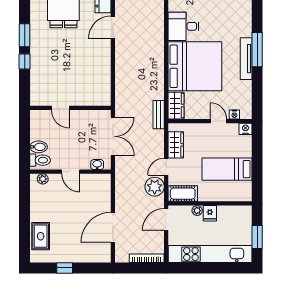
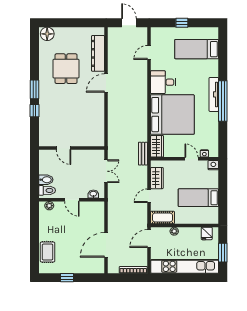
window: (257, 50) -> (223, 101), width x1.46
tv unit: (246, 59) -> (214, 94), moved
double door: (113, 136) -> (106, 171), width x0.73
plant: (155, 187) -> (140, 212), removed
fridge: (210, 213) -> (207, 233), moved

